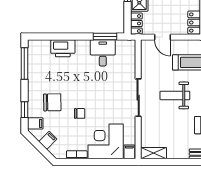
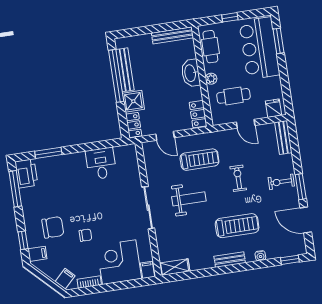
window: (105, 37) -> (48, 153), moved
printer: (63, 48) -> (26, 173), moved, turned -90
weight bench: (175, 95) -> (189, 199), turned 180
filing cabinet: (48, 140) -> (65, 279), moved

